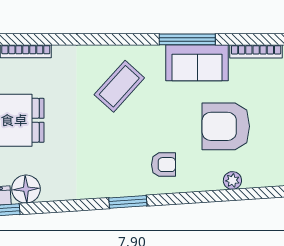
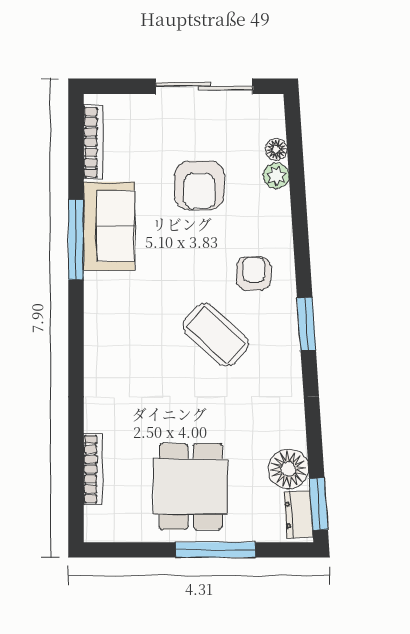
coffee table: (119, 86) -> (216, 335), moved
armchair: (226, 126) -> (199, 185), width x0.73, depth x0.73
floor lamp: (251, 181) -> (276, 149), added

